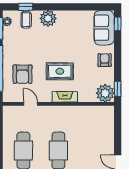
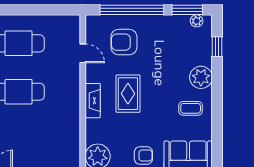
coffee table: (26, 20) -> (191, 108), moved
door: (31, 104) -> (83, 53), hinge flipped

